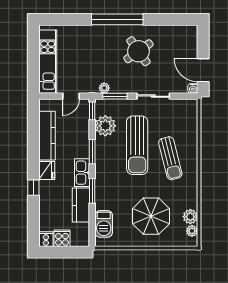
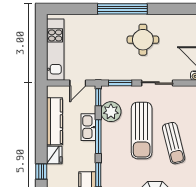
round table: (138, 51) -> (143, 40), turned 35
plant: (104, 88) -> (110, 75), removed
window: (92, 152) -> (98, 137), width x1.44
kitchen sink: (82, 173) -> (88, 127), moved

